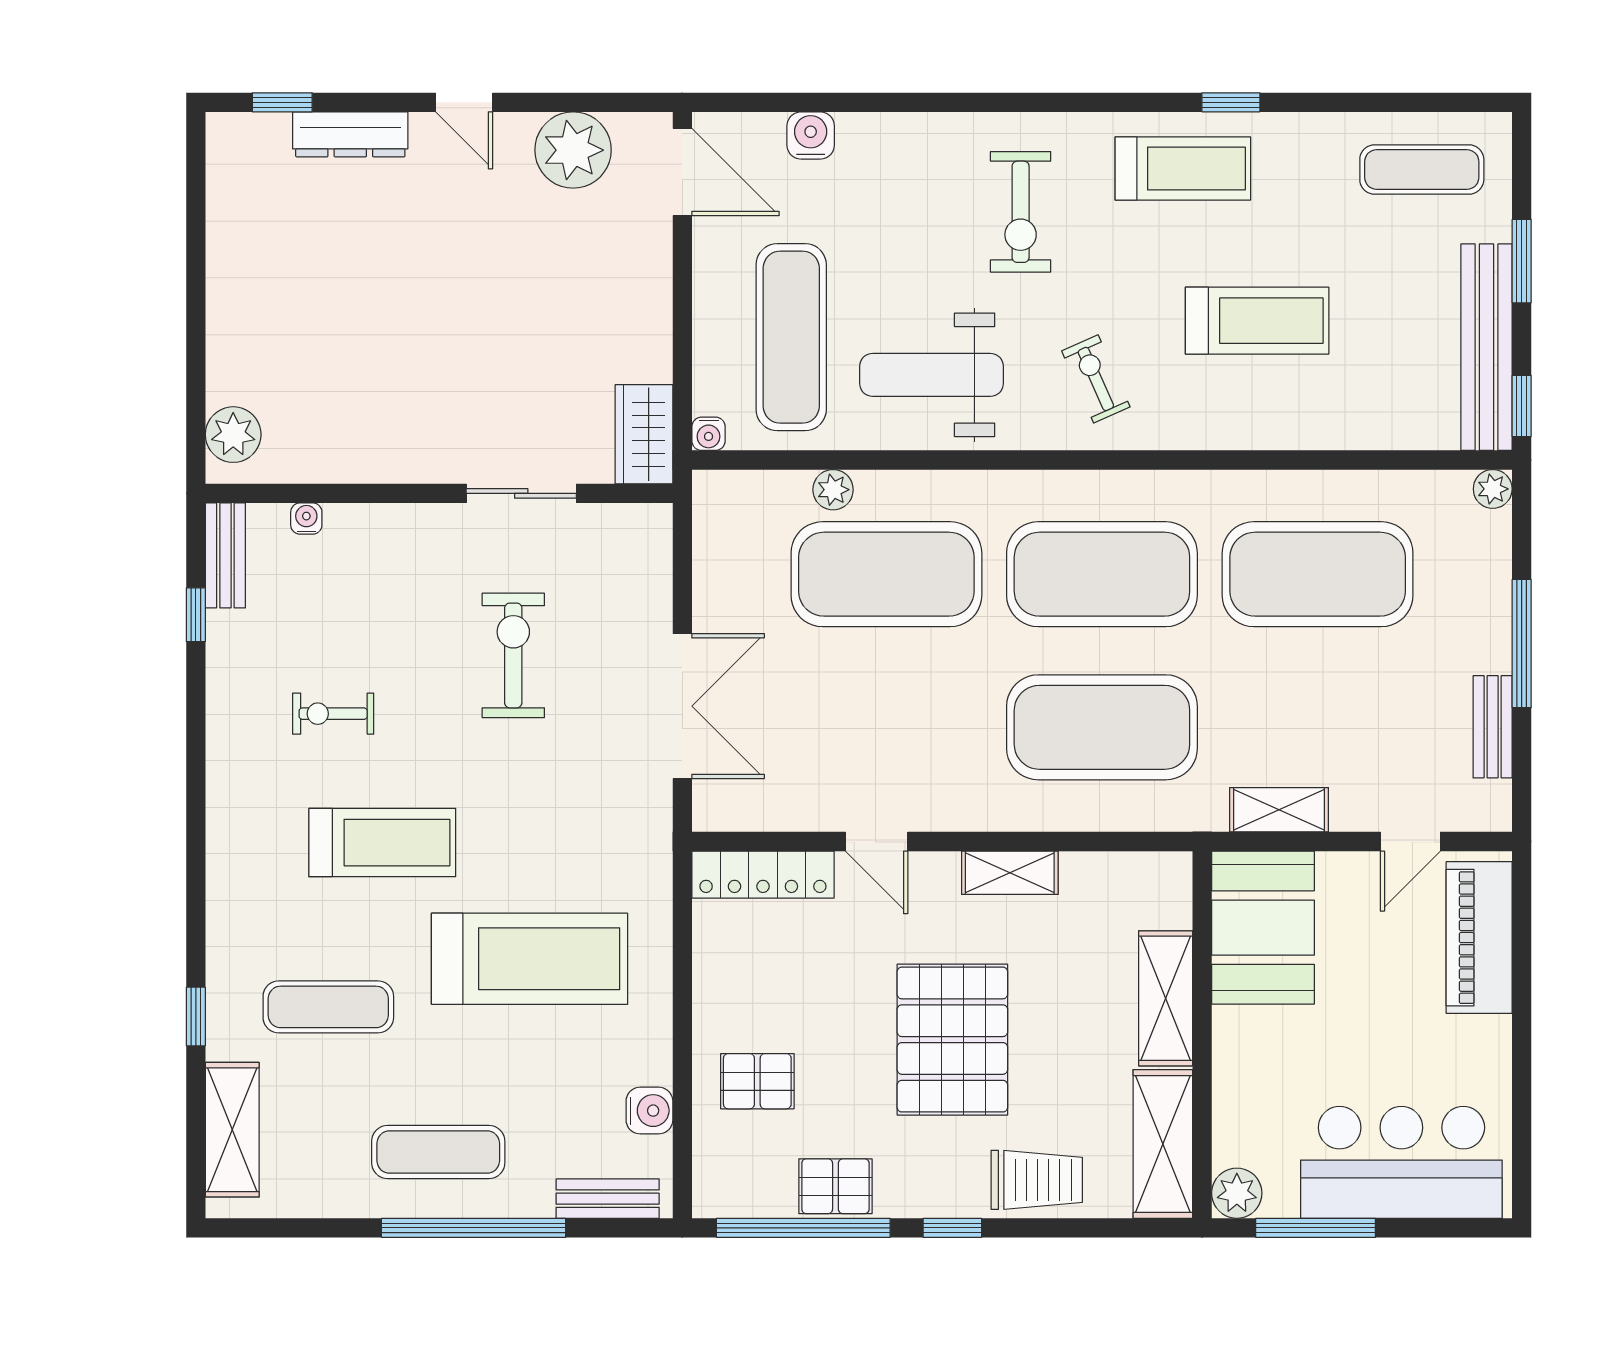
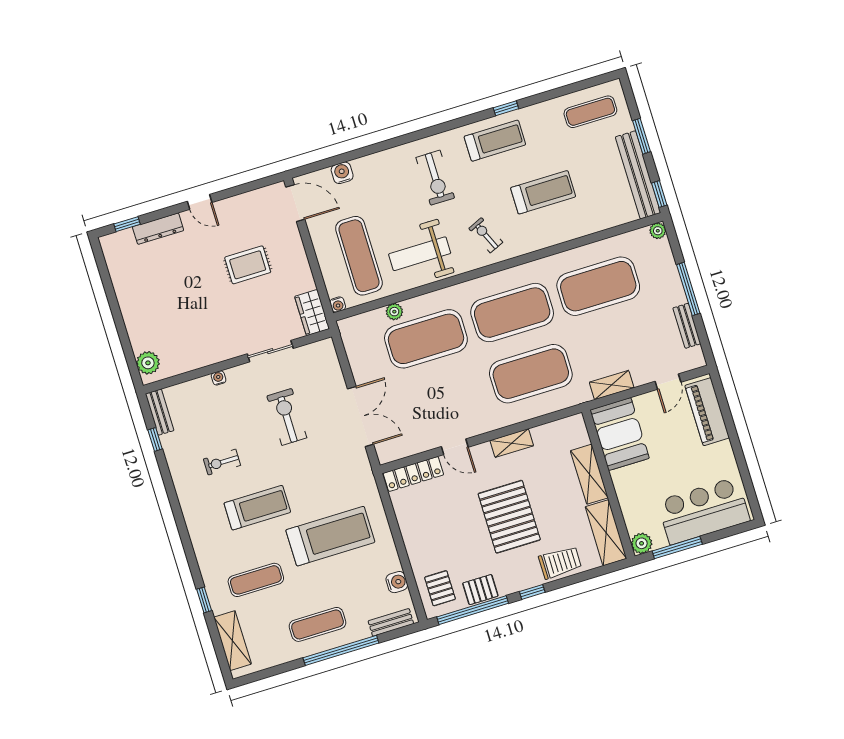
plant: (573, 150) -> (249, 208), removed
rug: (530, 280) -> (248, 265), added
water cooler: (306, 519) -> (219, 378), moved
pallet: (757, 1081) -> (440, 588), moved, turned 90

